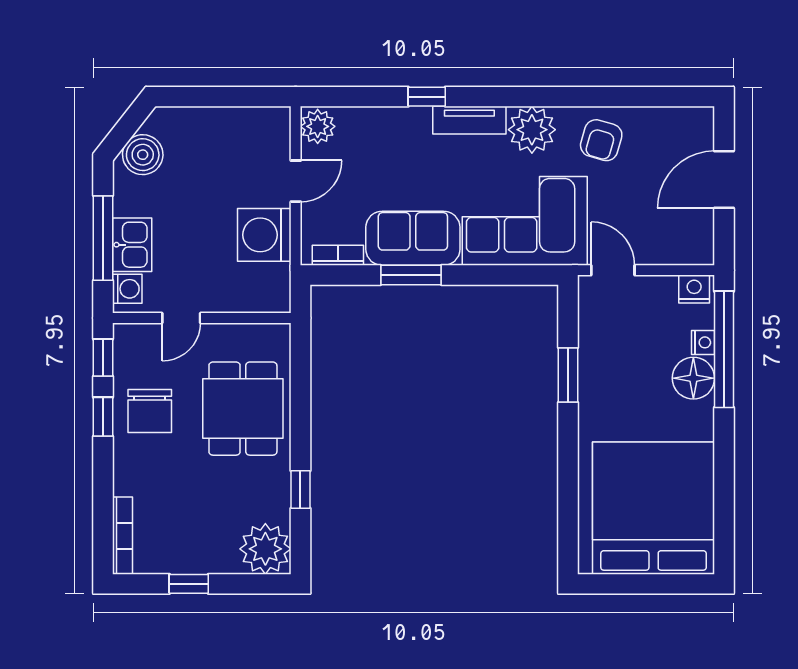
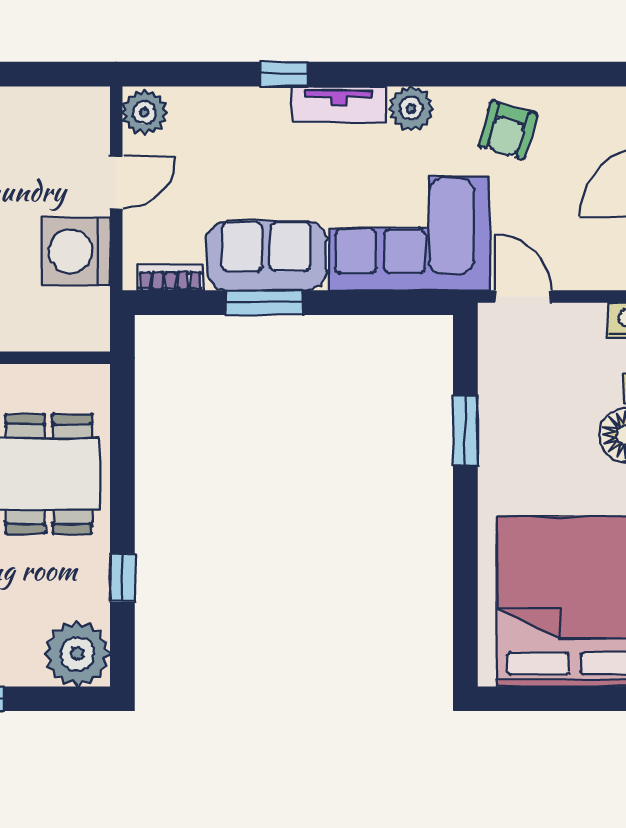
plant: (532, 130) -> (411, 108), width x0.73, depth x0.73

